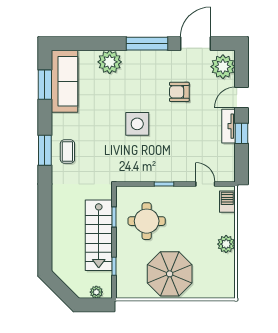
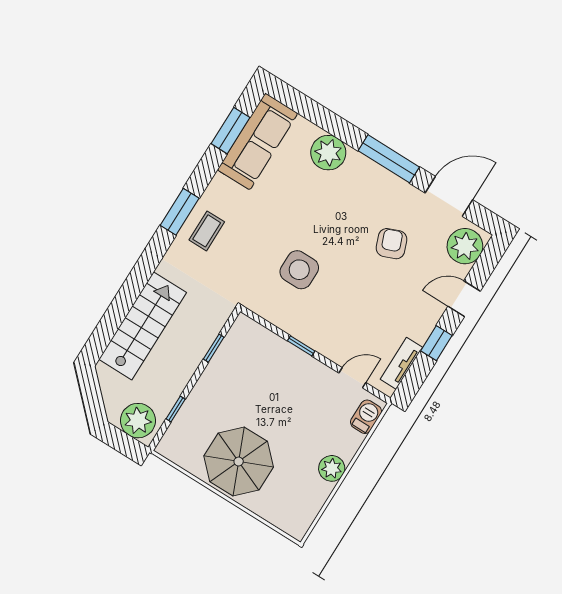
armchair: (179, 92) -> (391, 244), turned 69
side table: (137, 124) -> (299, 270), moved
tv unit: (229, 126) -> (401, 363), moved
door: (205, 184) -> (352, 378), hinge flipped
round table: (147, 221) -> (251, 378), removed
stairs: (99, 235) -> (143, 326), moved, turned 180
plant: (96, 292) -> (138, 421), width x1.88, depth x1.88

